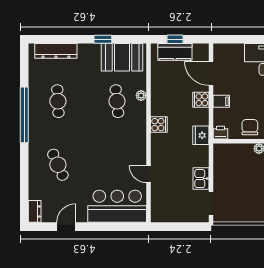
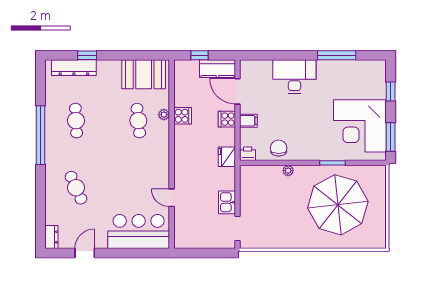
window: (103, 39) -> (87, 55), moved
kitchen counter: (175, 52) -> (217, 69), moved
cooker: (159, 125) -> (183, 116), moved

